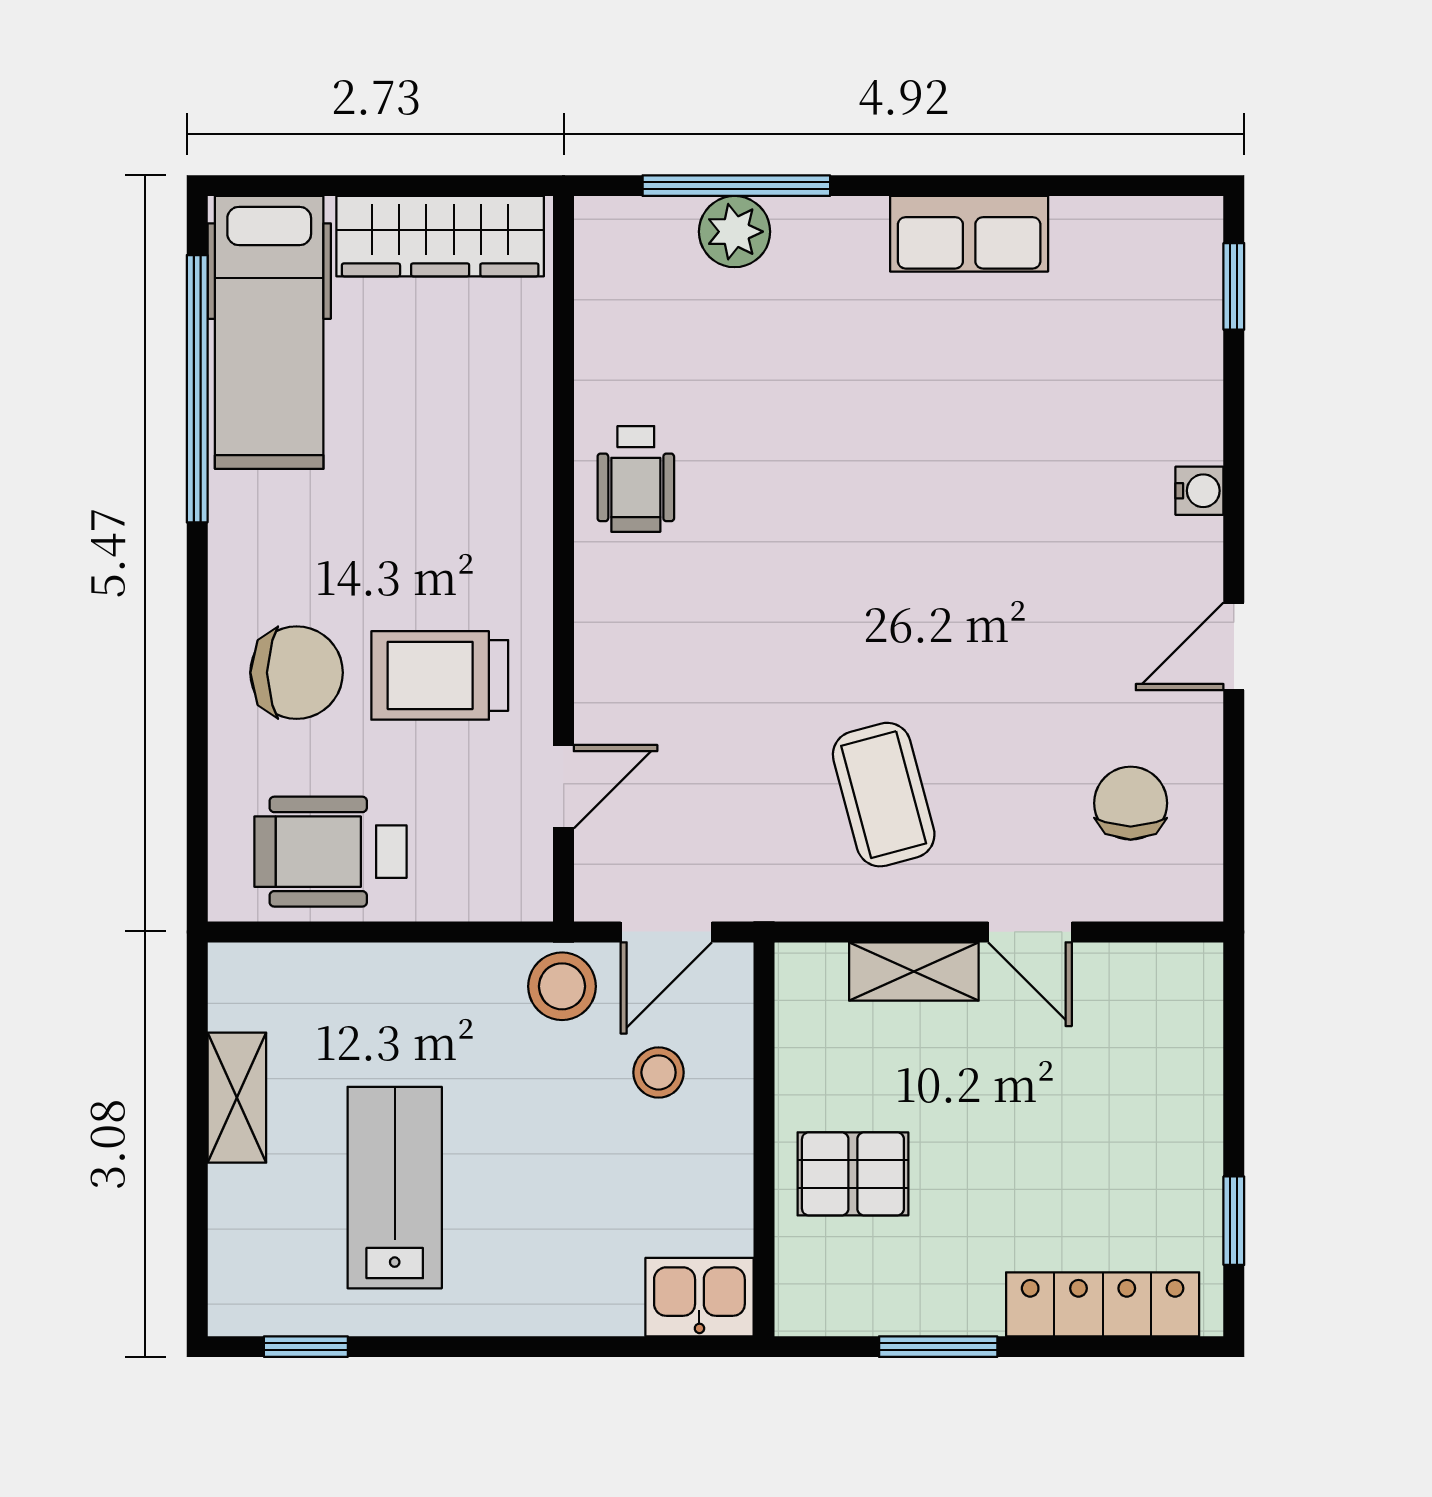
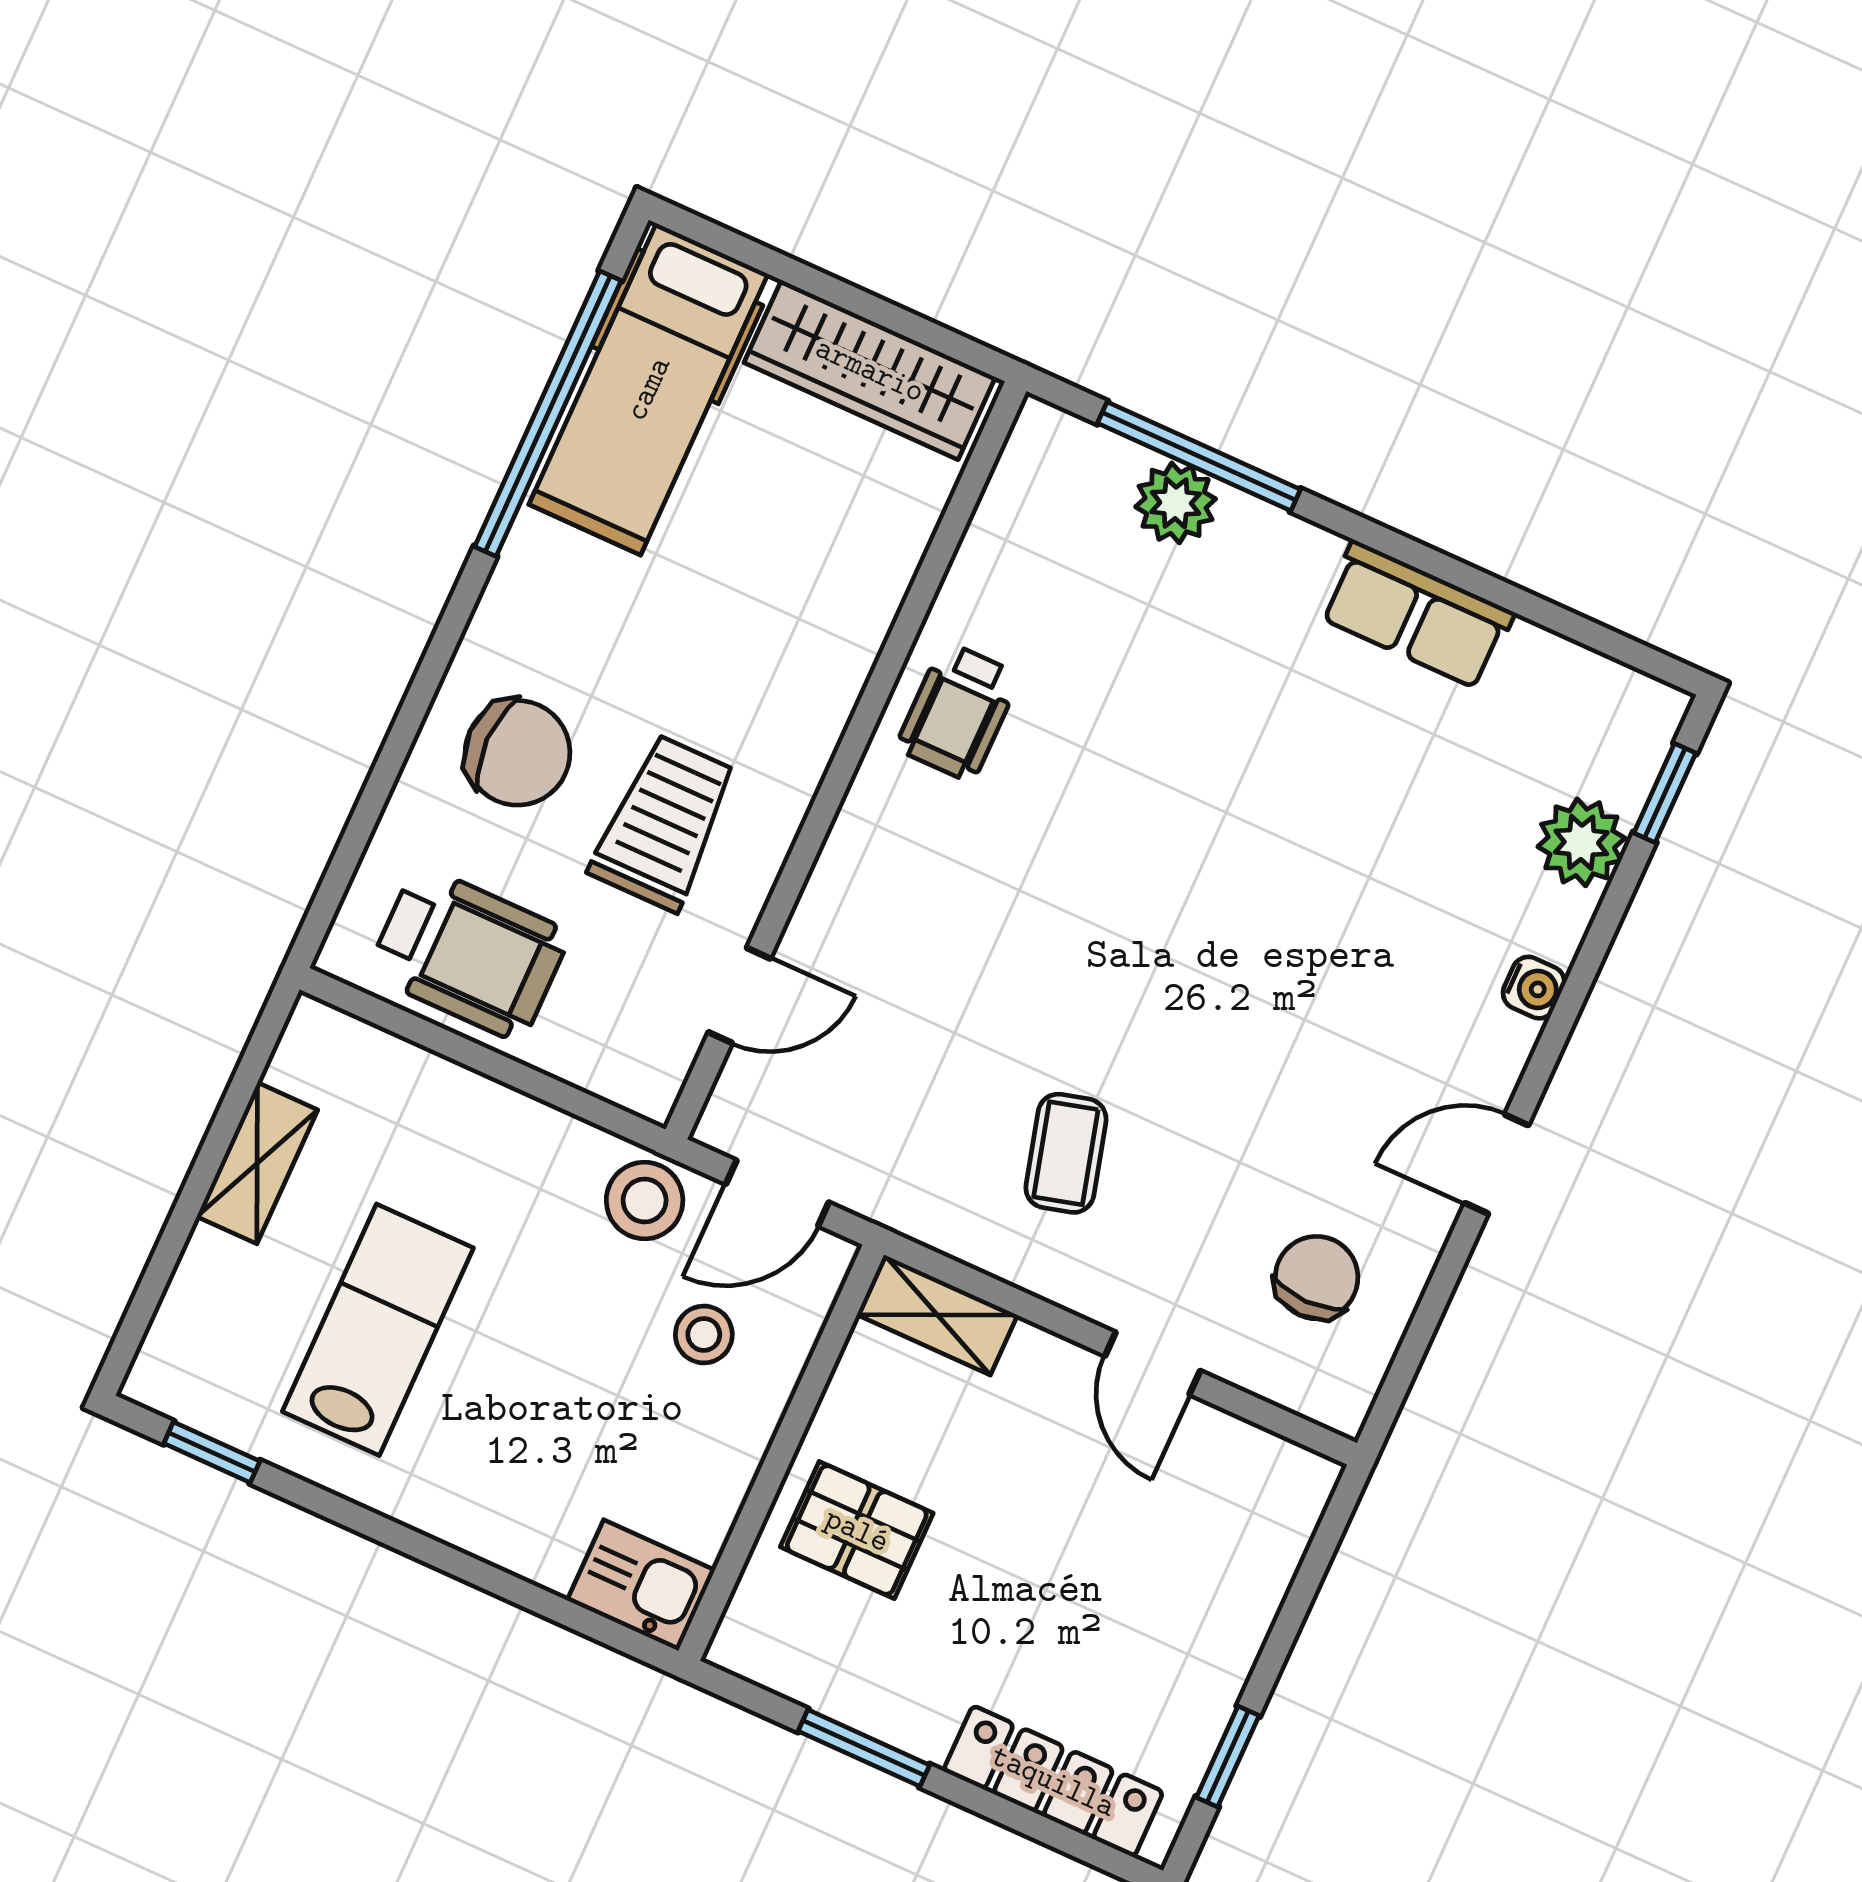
plant: (1185, 357) -> (1581, 842), added
trolley: (440, 675) -> (664, 823), turned 90
coffee table: (884, 795) -> (1066, 1153), width x0.73, depth x0.77
wheelchair: (330, 852) -> (469, 953), turned 180
shelving: (914, 972) -> (937, 1315), moved

